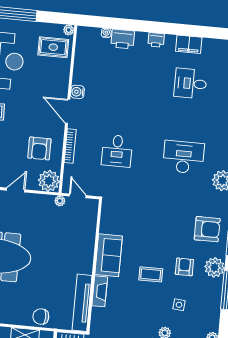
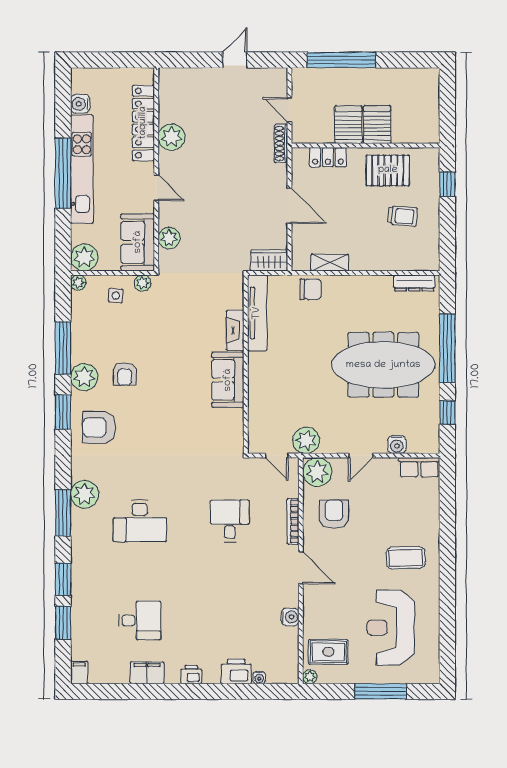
water cooler: (77, 92) -> (290, 617), moved
plant: (60, 201) -> (306, 440), width x1.87, depth x1.87
coffee table: (151, 274) -> (169, 360), removed
side table: (179, 305) -> (116, 296), moved

